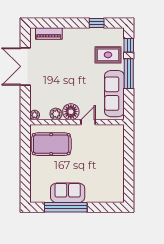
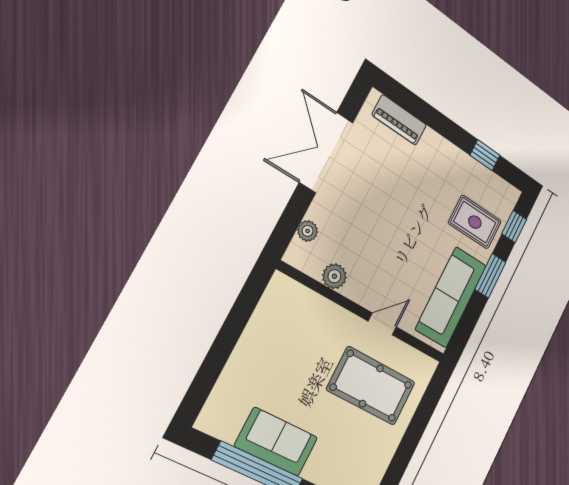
window: (129, 74) -> (490, 276), width x0.69
floor lamp: (71, 112) -> (363, 287), removed
plant: (35, 115) -> (308, 231), moved
pool table: (51, 144) -> (371, 386), moved

